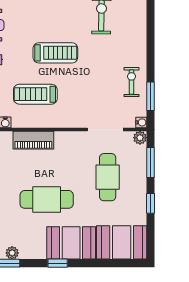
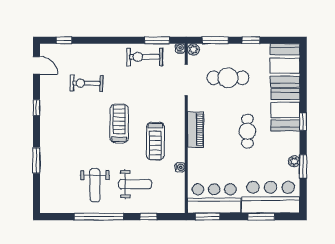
exercise bike: (132, 82) -> (145, 57), width x1.38, depth x1.39
piano: (33, 140) -> (195, 130), moved
cafe table: (47, 199) -> (247, 131), width x0.73, depth x0.74

